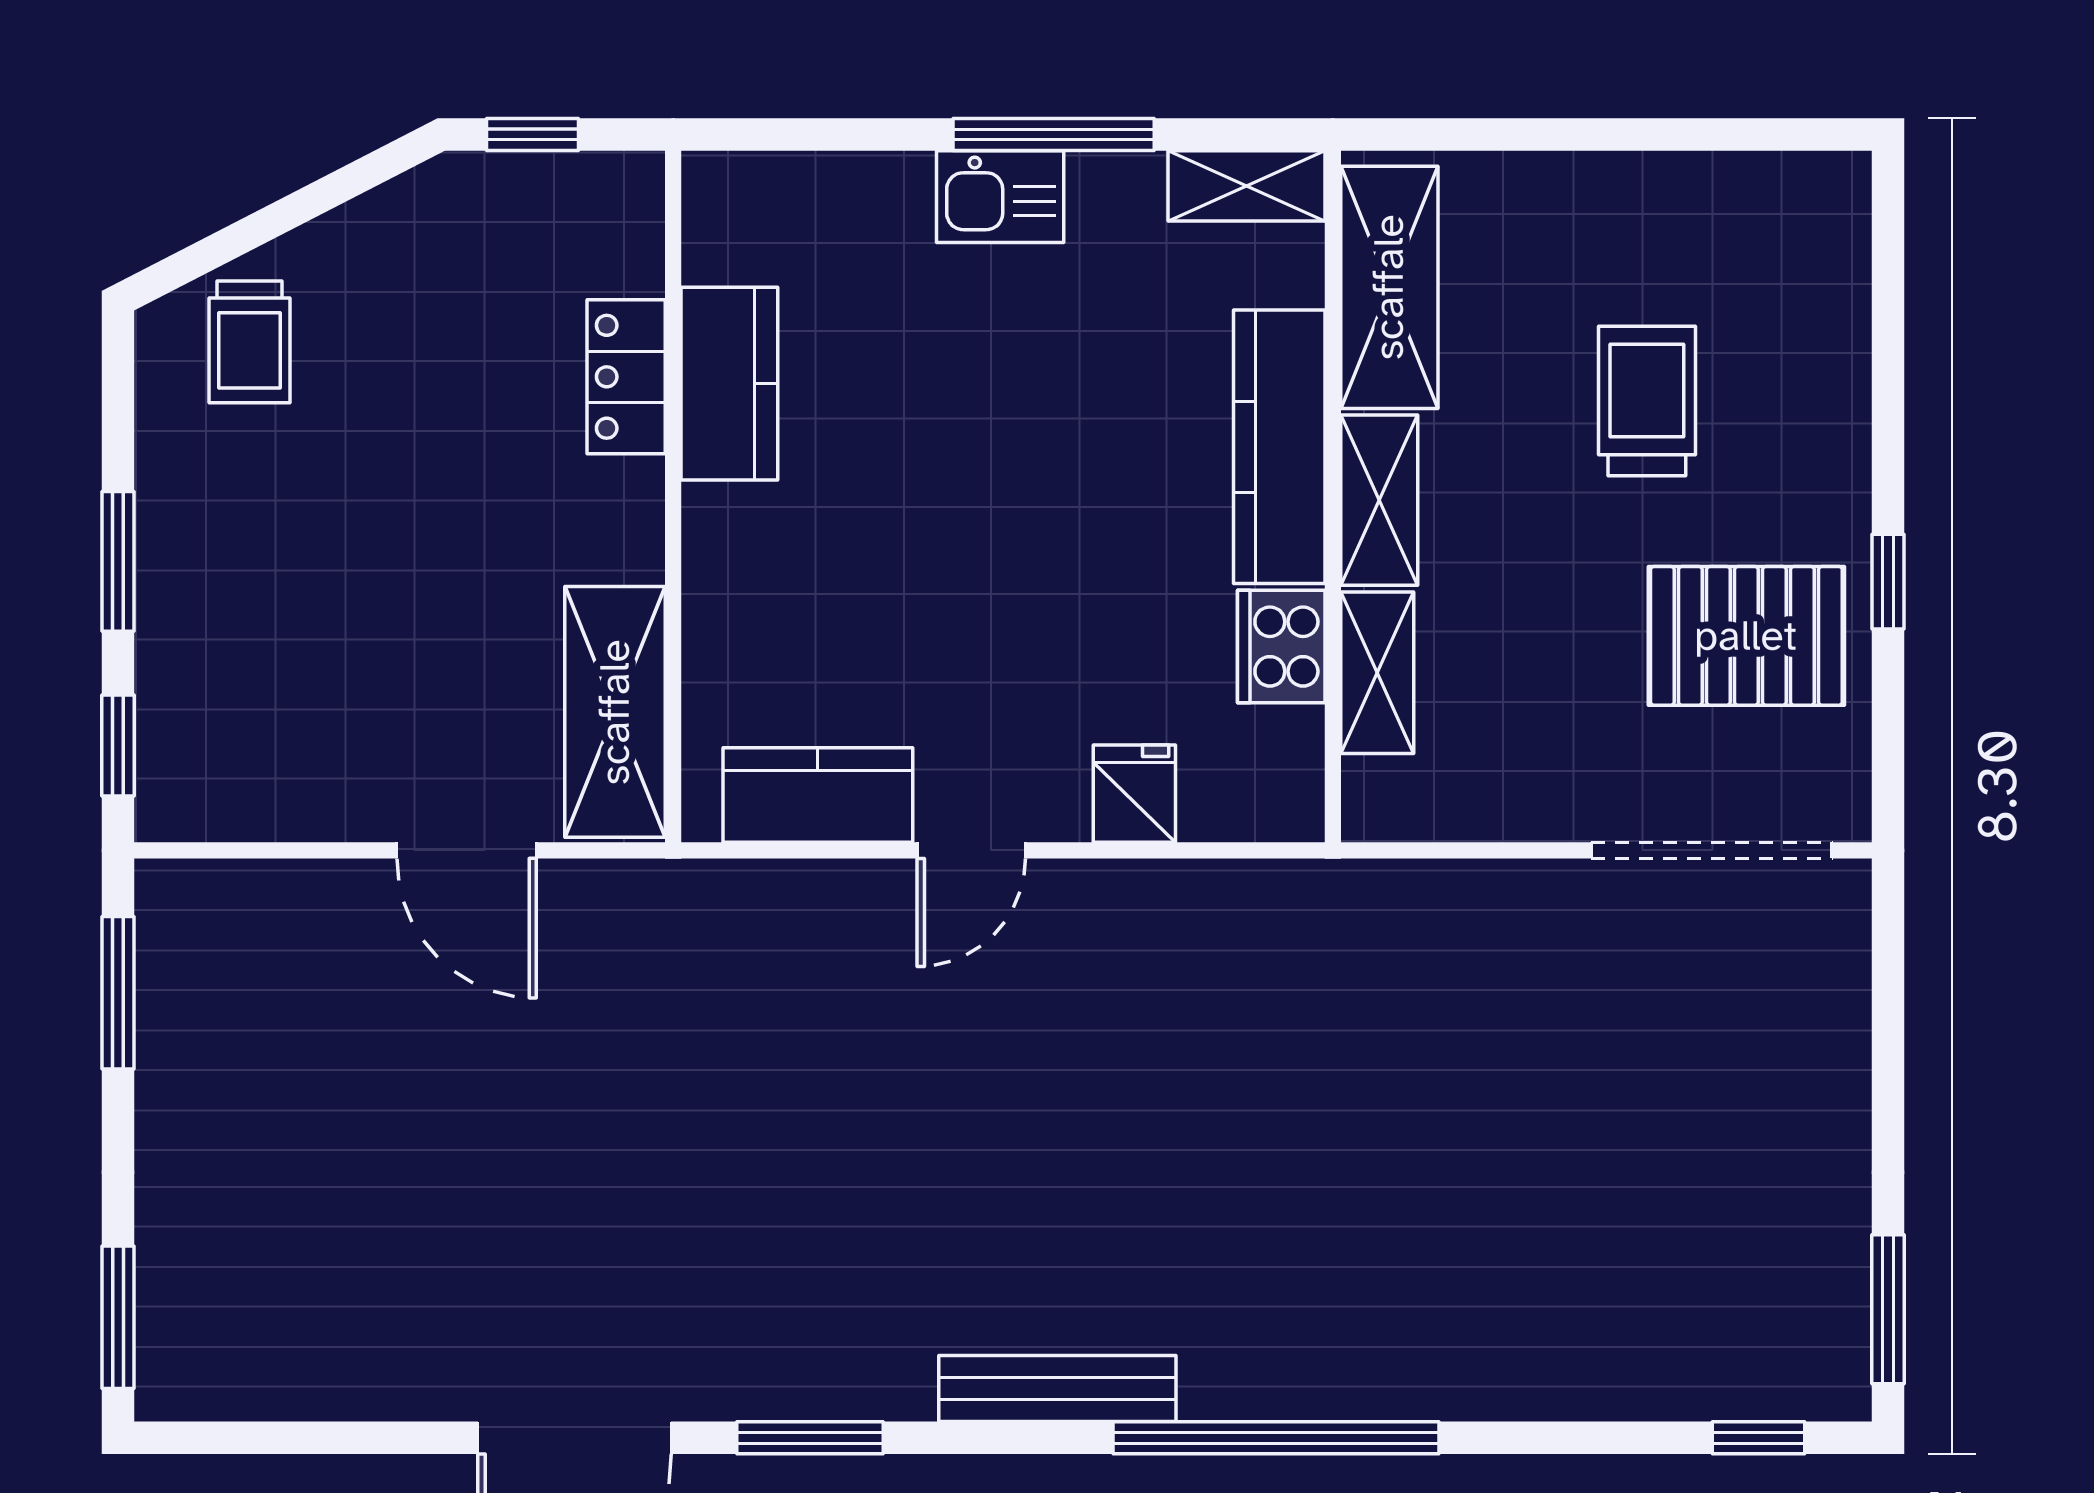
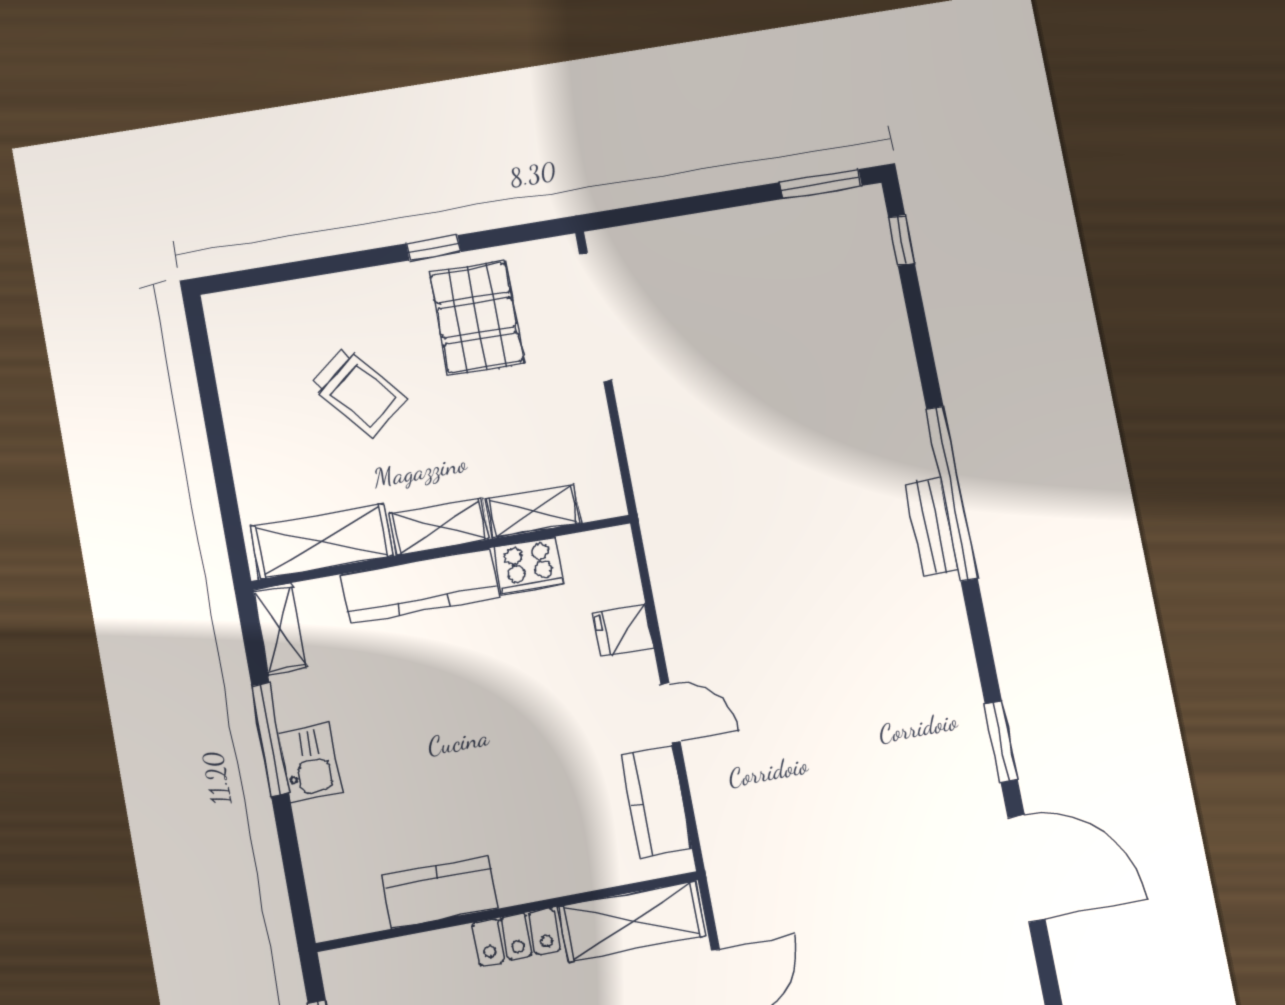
locker: (626, 377) -> (516, 937), moved
trolley: (1647, 401) -> (359, 392), turned -129
bench: (1057, 1388) -> (932, 527), moved, width x0.73

